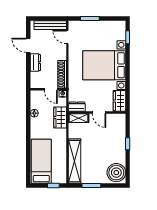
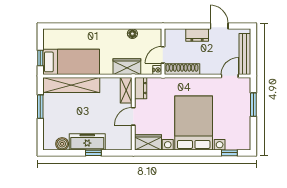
door: (28, 45) -> (219, 26), hinge flipped
freezer: (119, 149) -> (87, 142), added
bed: (41, 161) -> (71, 62), moved
boiler: (116, 173) -> (62, 144), width x0.54, depth x0.54

